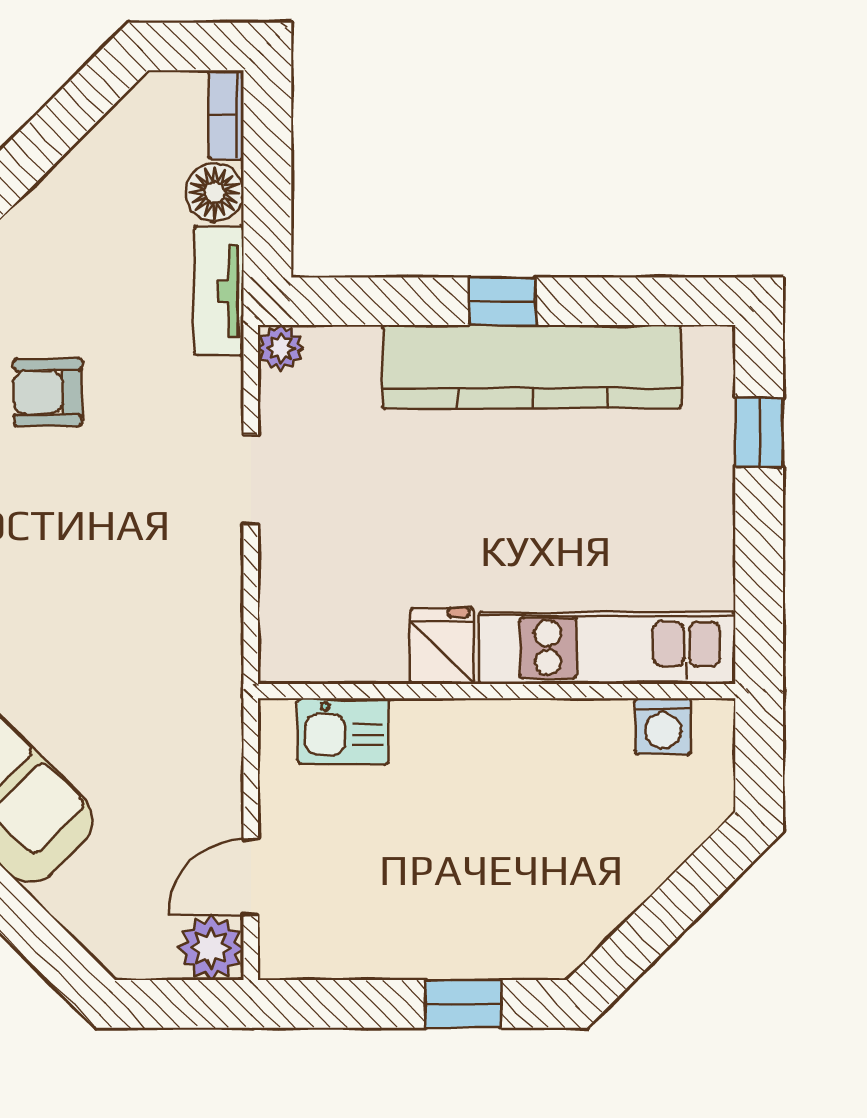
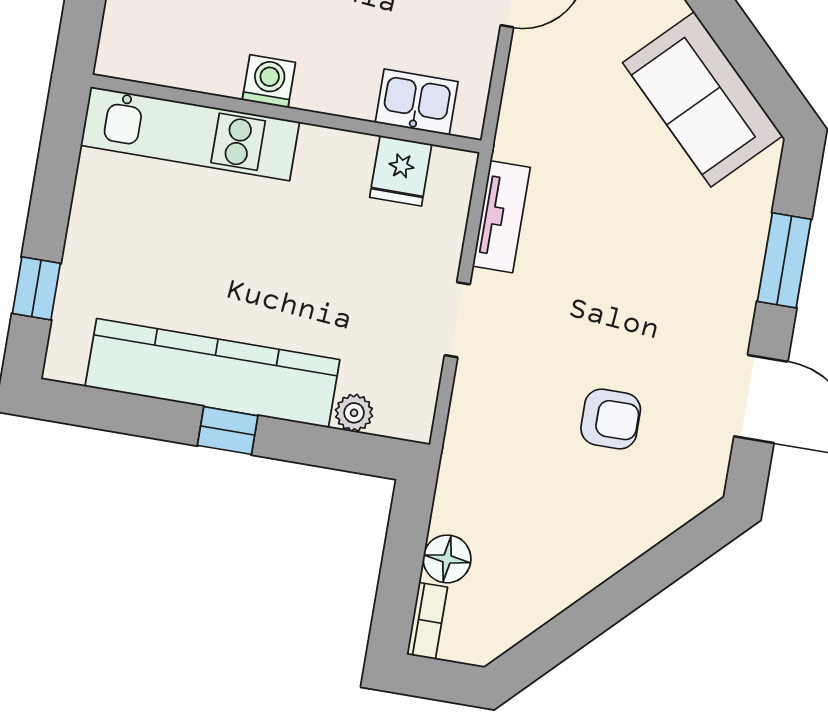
tv unit: (219, 291) -> (501, 217), moved
plant: (281, 348) -> (354, 413), moved
fridge: (442, 646) -> (401, 171), moved
washing machine: (663, 726) -> (269, 81), moved

